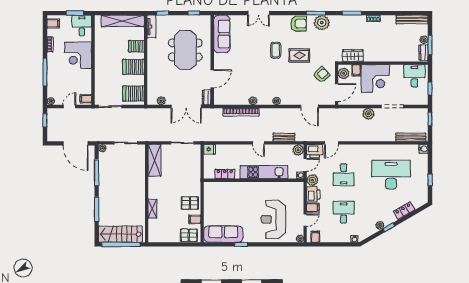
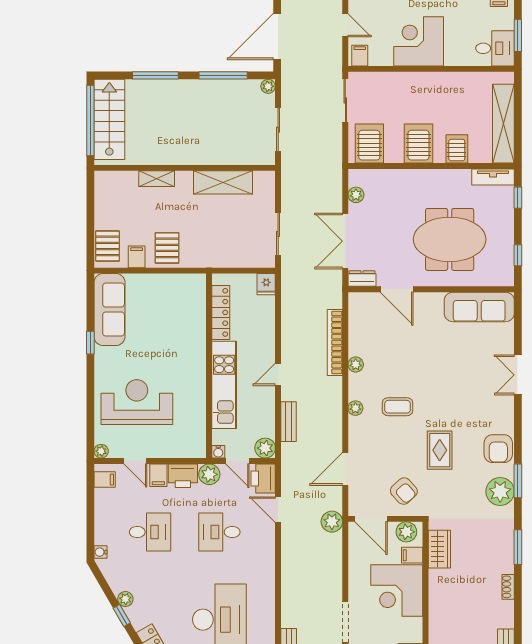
coffee table: (276, 50) -> (398, 407), moved
corner desk: (78, 55) -> (419, 41), moved
plant: (368, 114) -> (332, 522), moved
shelving: (154, 160) -> (223, 182), moved
locker: (225, 174) -> (221, 312), width x1.53

